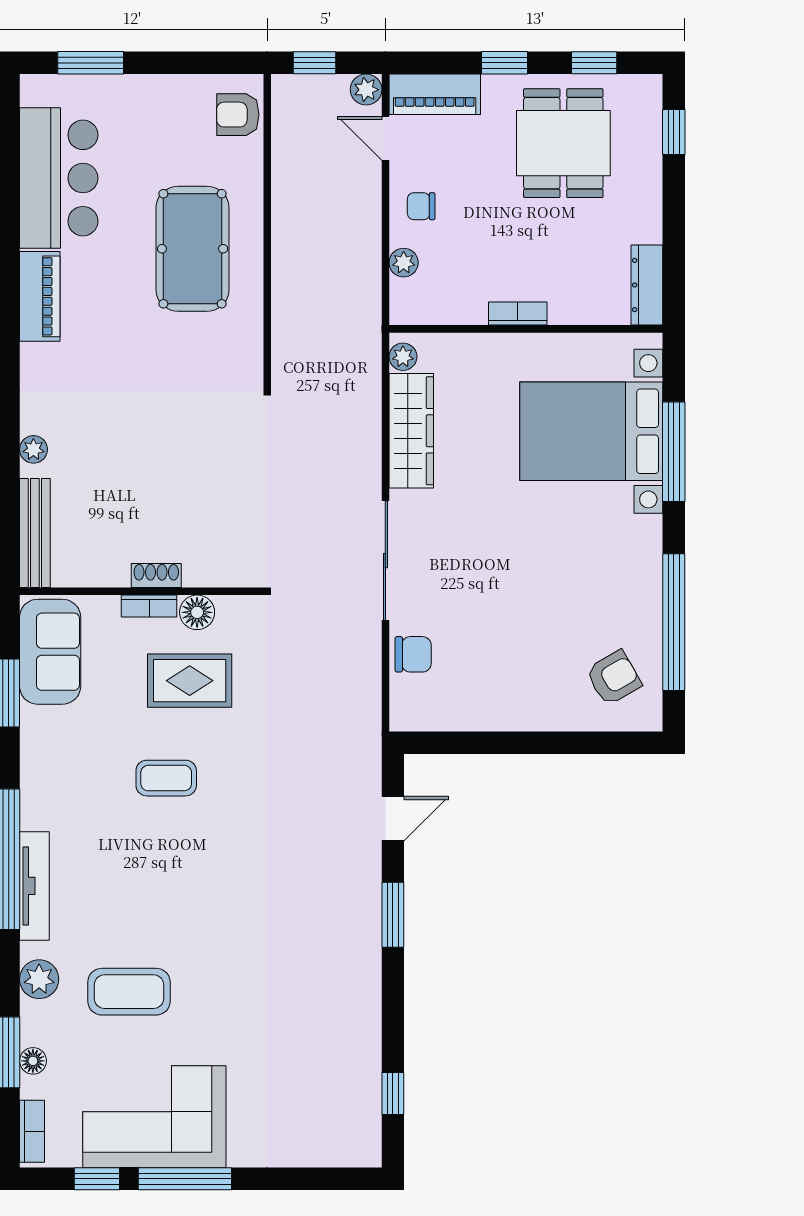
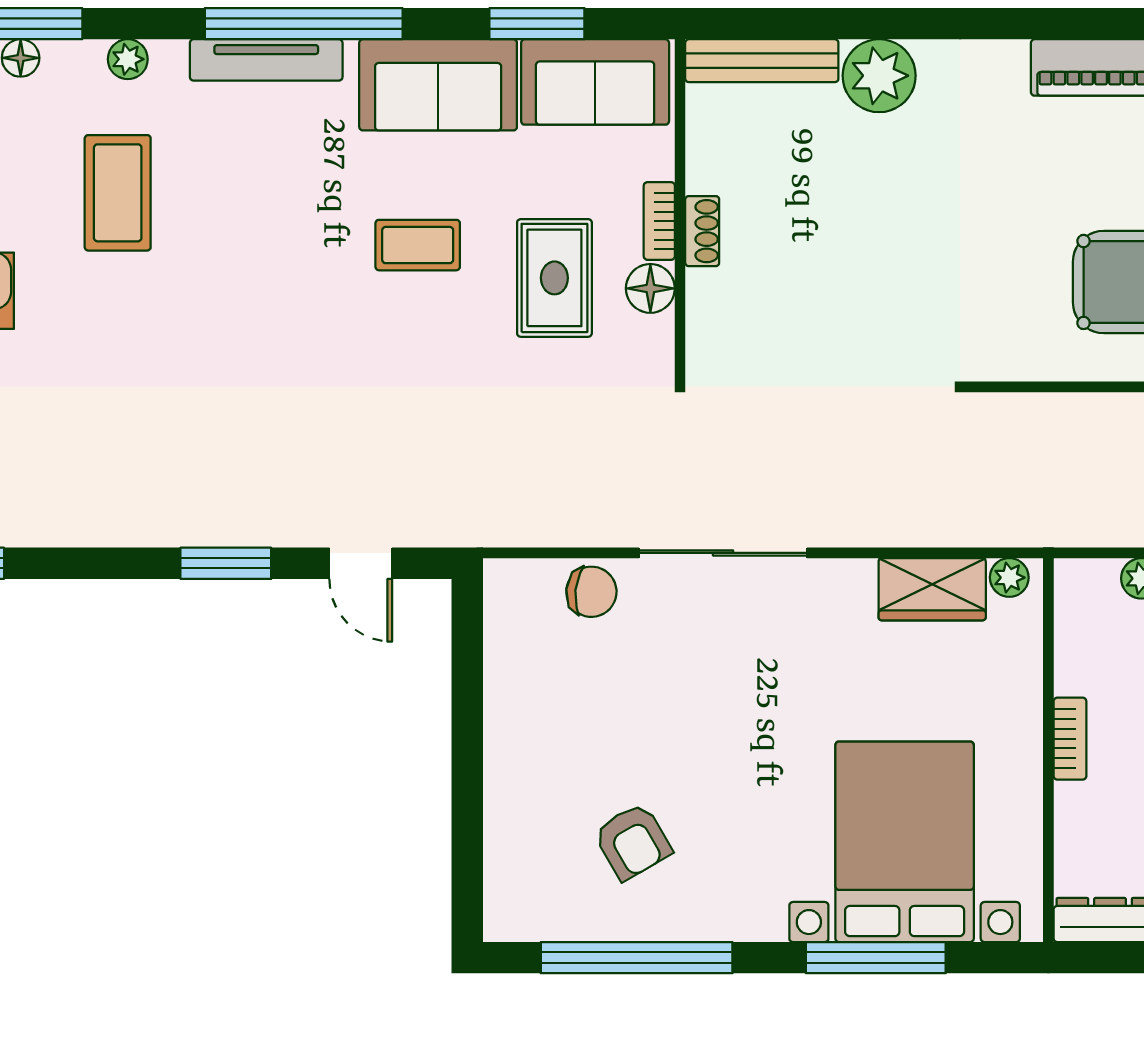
wardrobe: (411, 431) -> (932, 589), width x0.67
plant: (33, 449) -> (879, 76), width x1.88, depth x1.88
chair: (413, 654) -> (591, 592), turned -84
armchair: (614, 678) -> (633, 842), moved
sofa: (52, 763) -> (438, 85), added
coffee table: (166, 778) -> (418, 245), turned 90
plant: (39, 979) -> (128, 59), width x0.73, depth x0.73

